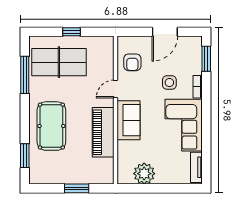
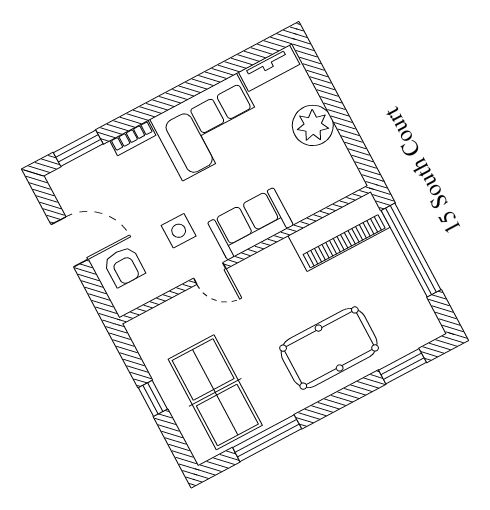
armchair: (132, 62) -> (124, 266), moved, turned 90
side table: (169, 82) -> (179, 231), moved
piano: (103, 132) -> (339, 232), moved
plant: (144, 174) -> (313, 125), moved
window: (77, 188) -> (411, 250), width x2.11

